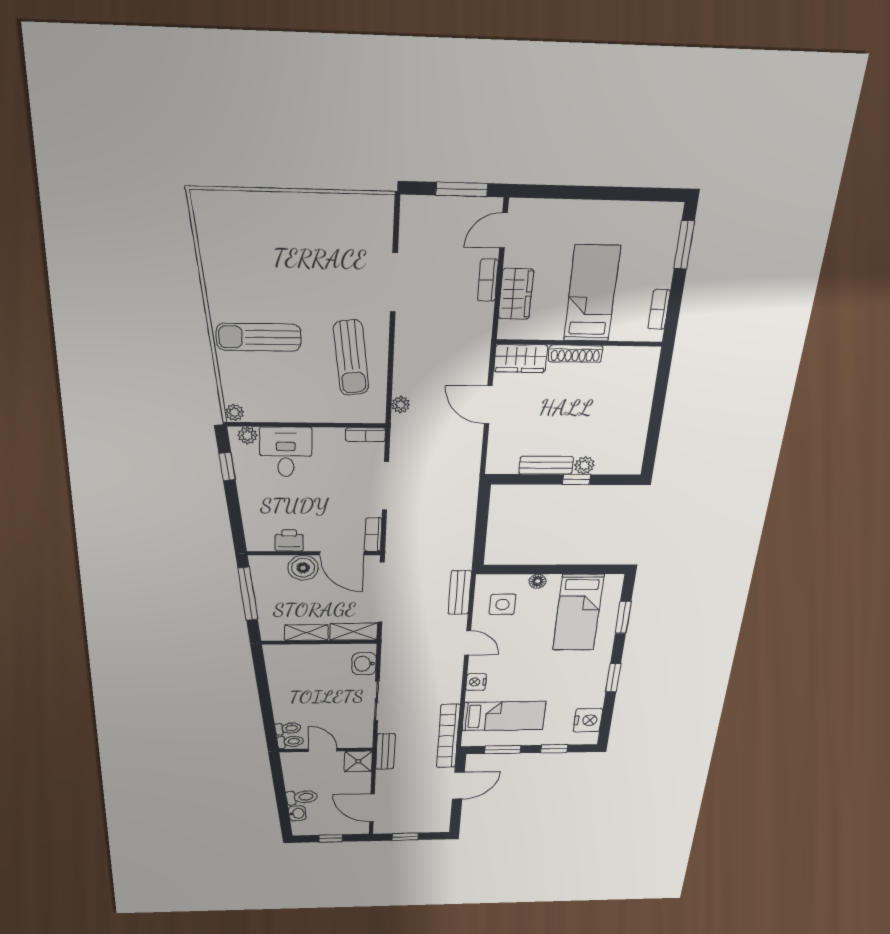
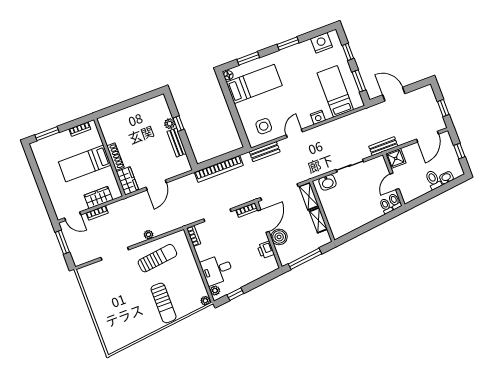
plant: (401, 405) -> (149, 235), moved
floor lamp: (538, 581) -> (228, 75), moved
bookcase: (448, 736) -> (219, 169), moved

